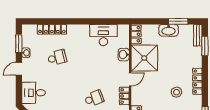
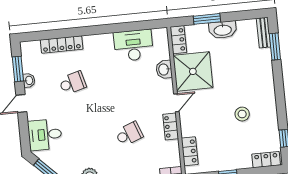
window: (178, 21) -> (207, 19), moved
locker: (197, 81) -> (269, 96), removed

